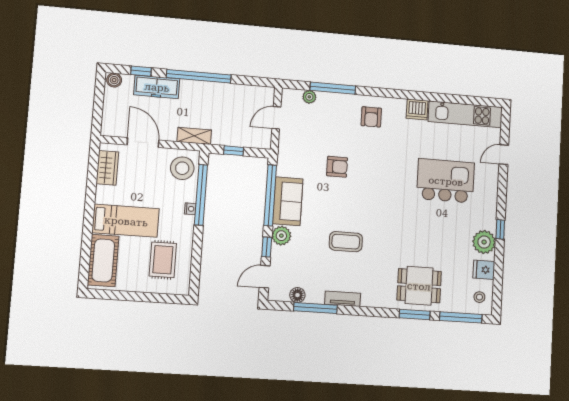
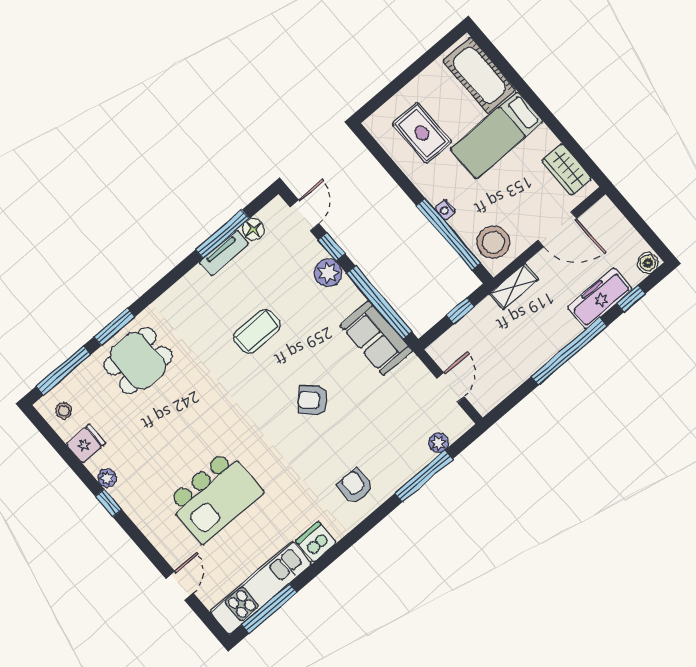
window: (471, 100) -> (269, 609), added
armchair: (337, 167) -> (313, 400), moved, turned 44
sofa: (288, 201) -> (376, 338), moved
plant: (484, 242) -> (107, 478), width x0.53, depth x0.53
tv unit: (343, 299) -> (224, 253), moved

